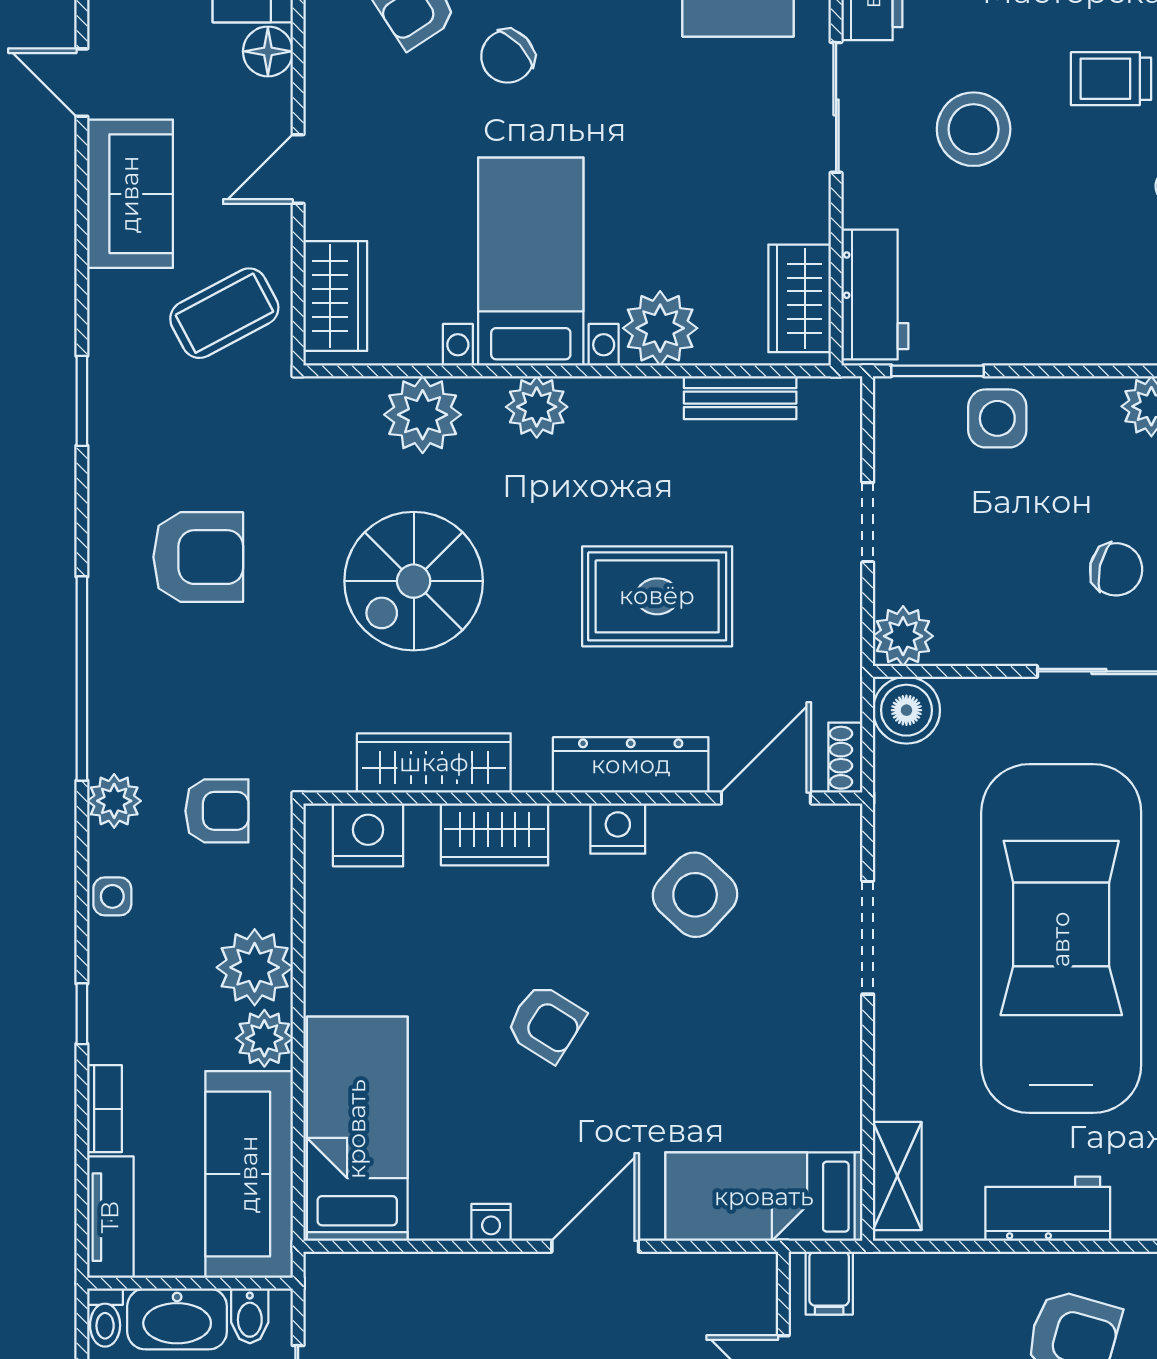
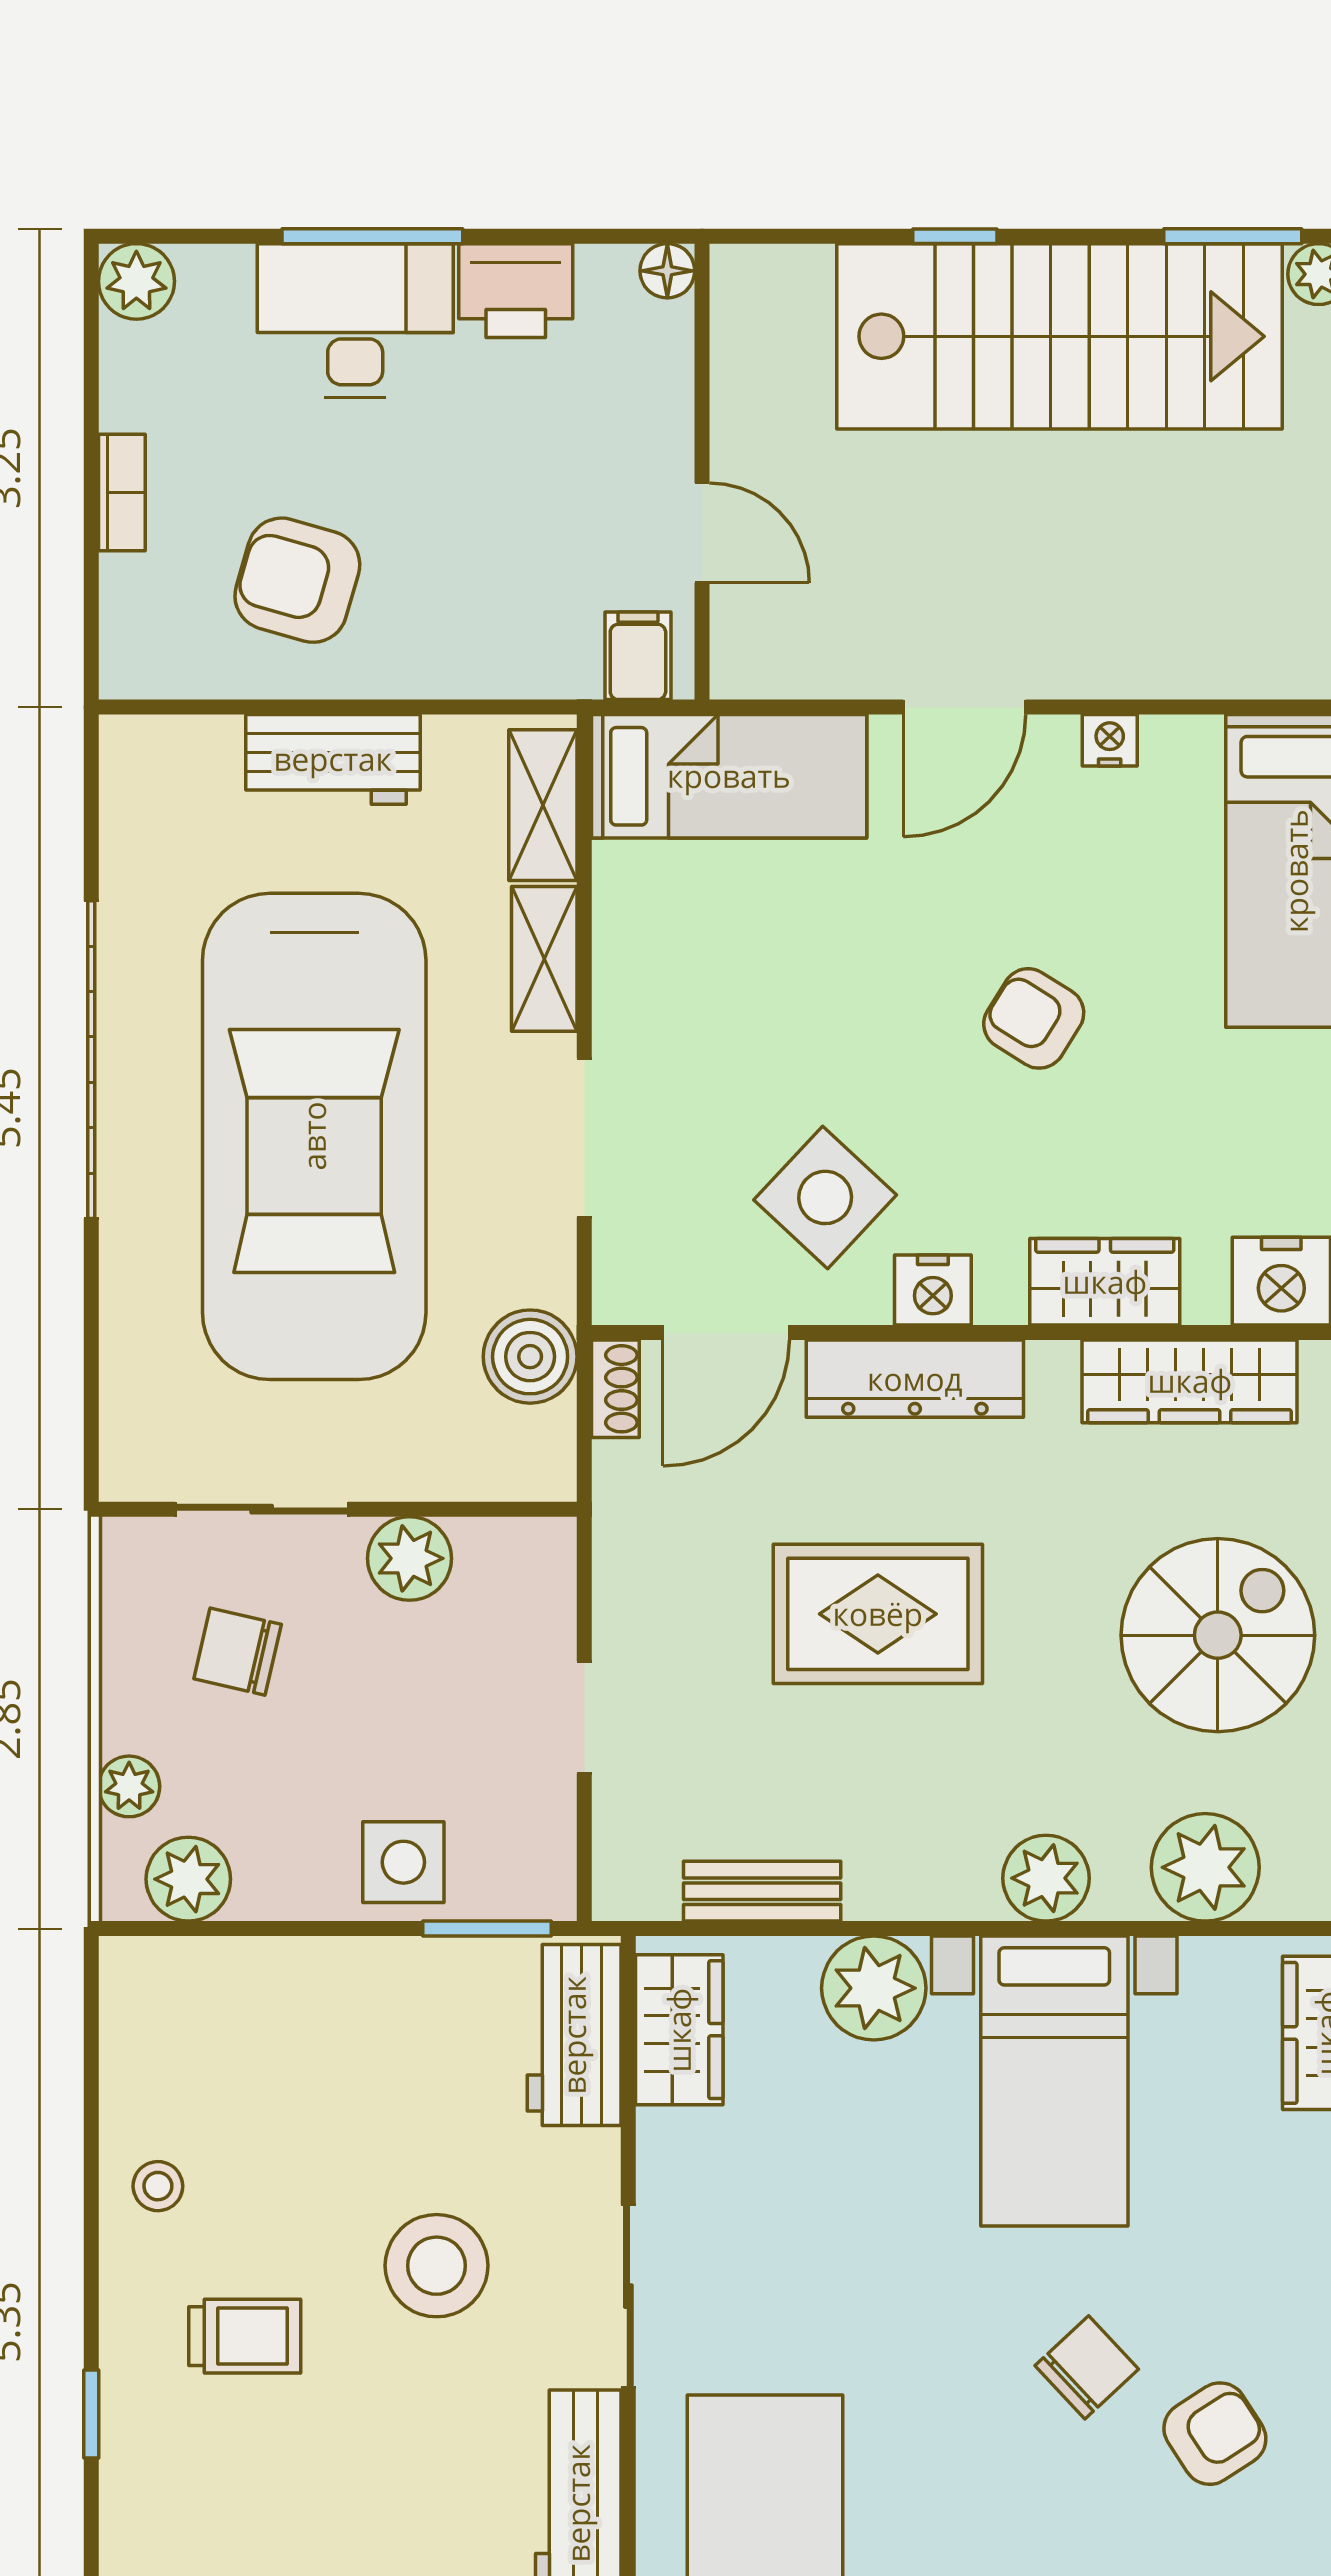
plant: (903, 636) -> (410, 1558), moved
boiler: (906, 710) -> (530, 1357), moved
shelving: (896, 1066) -> (544, 959), added

